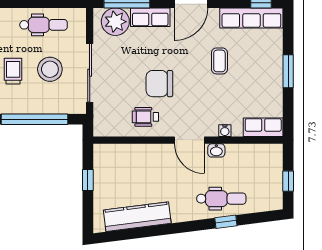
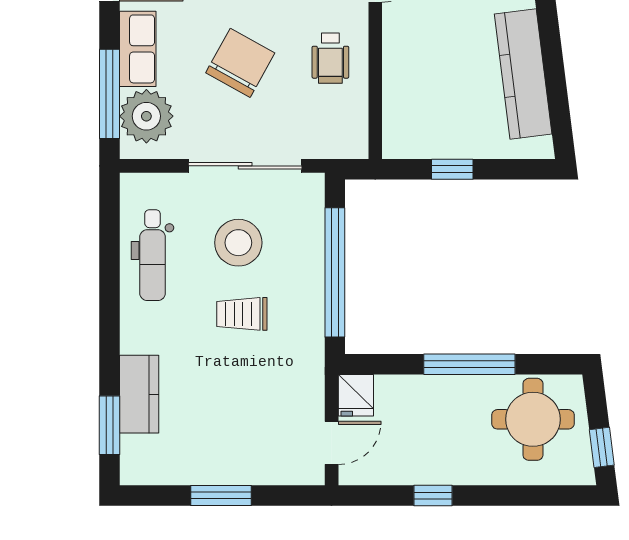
dental chair: (43, 25) -> (153, 255), turned 180
chair: (159, 84) -> (240, 63), moved, turned -151

